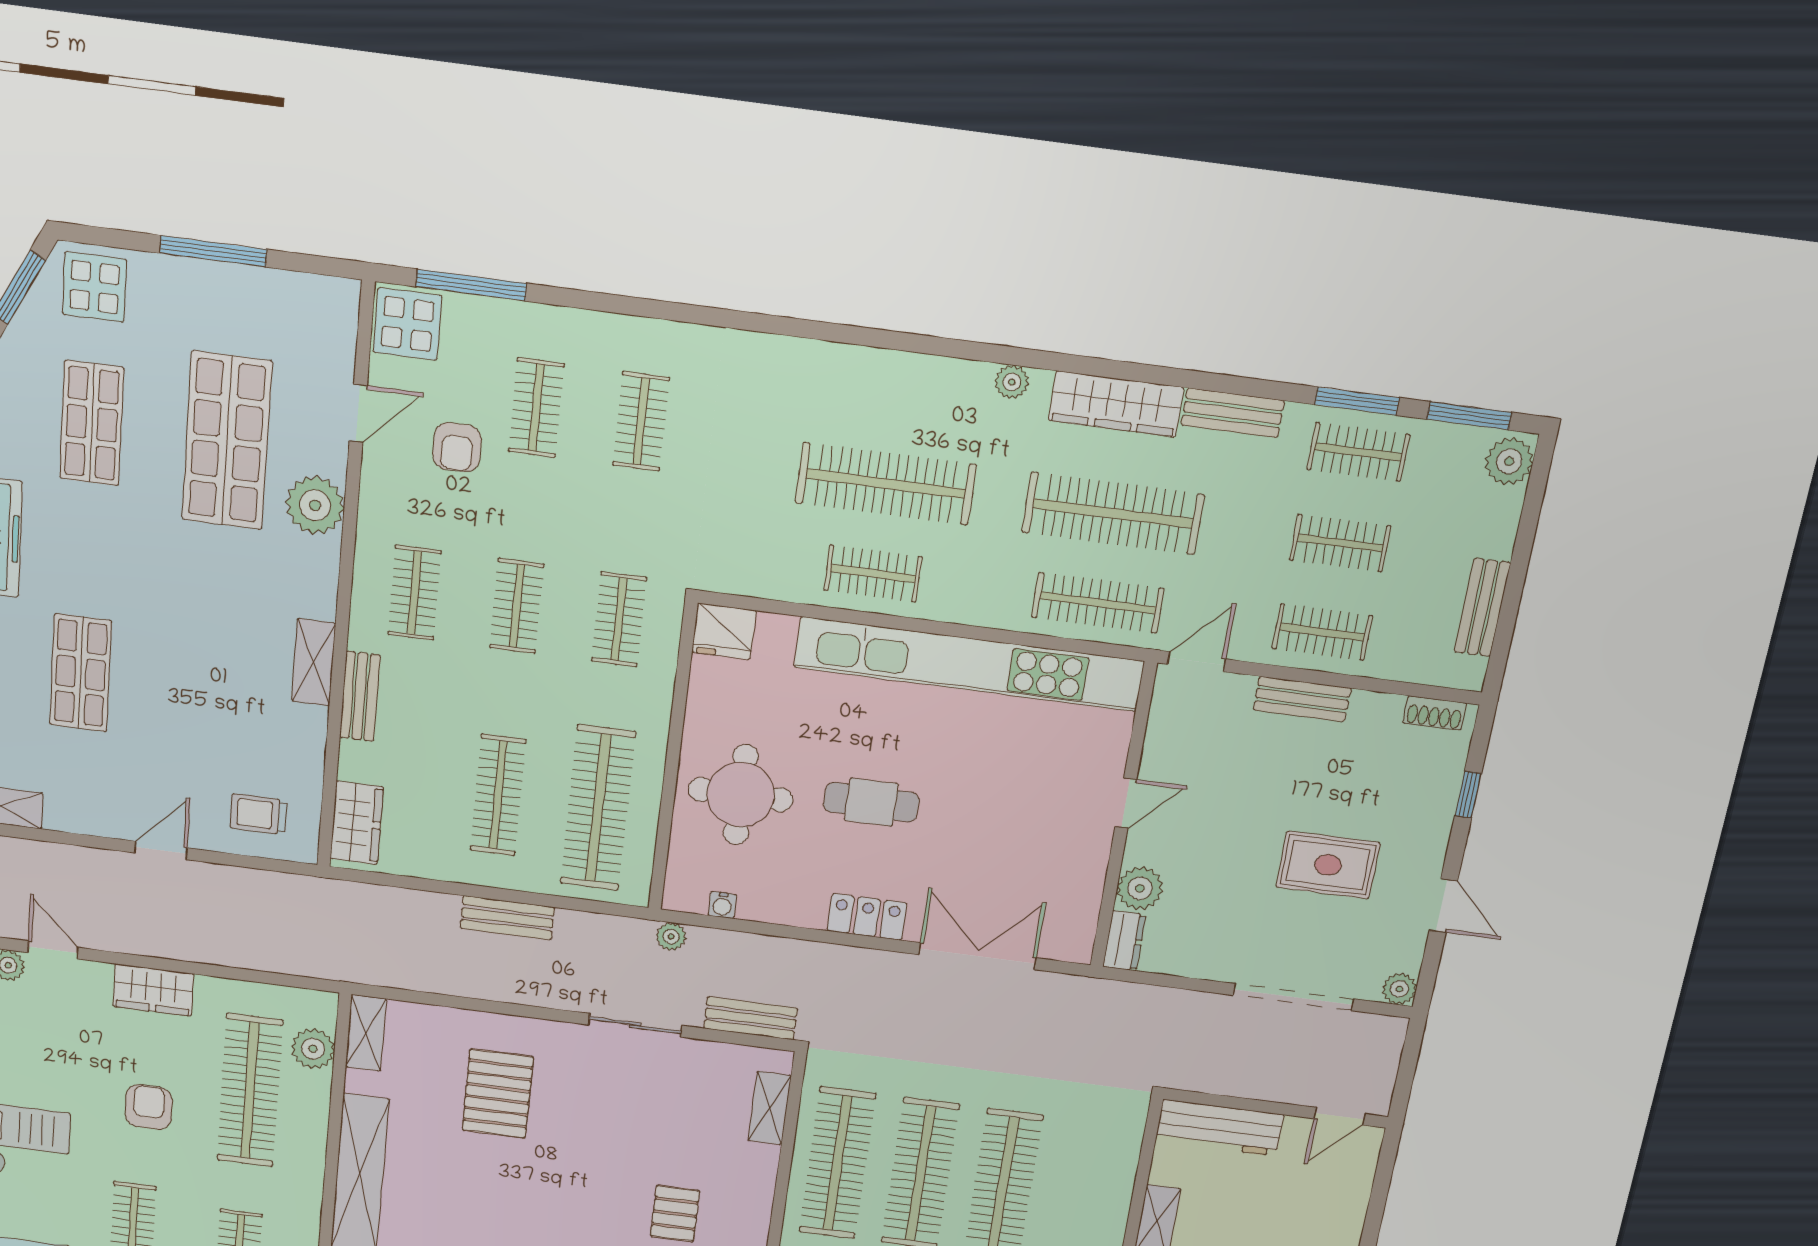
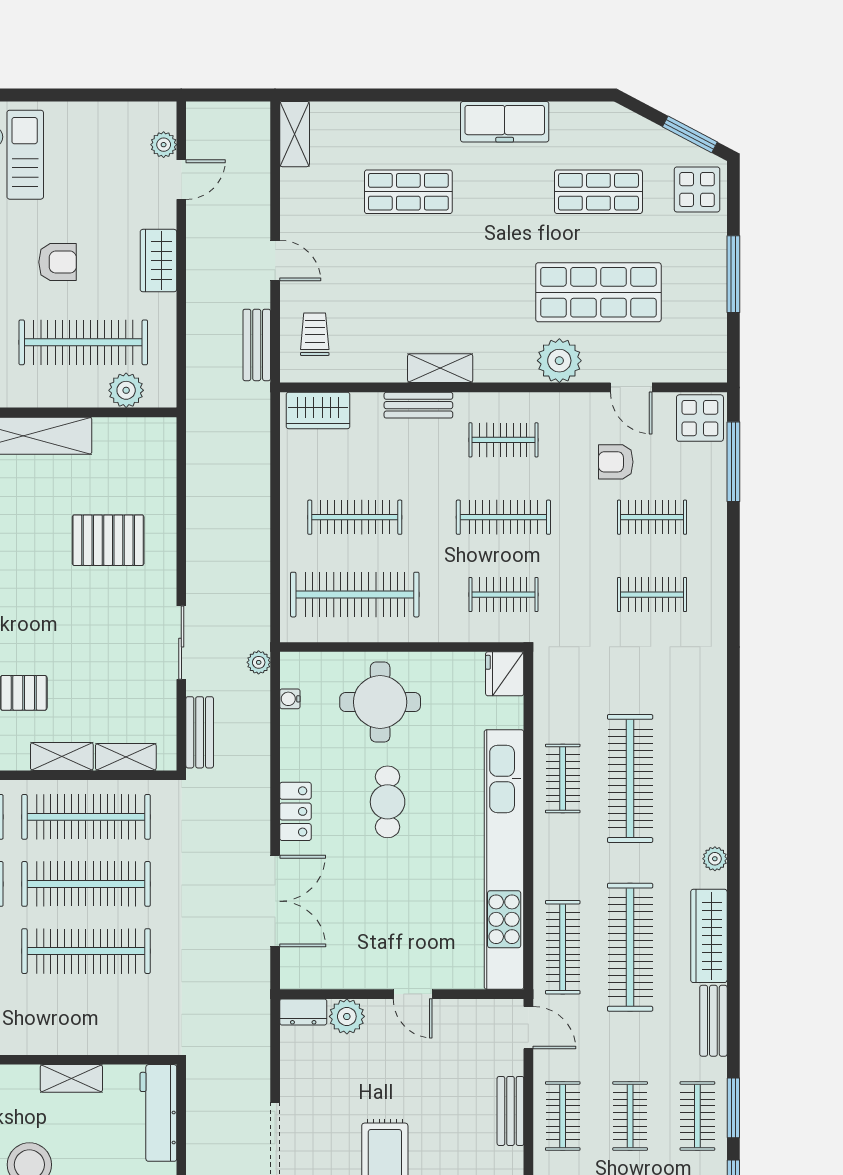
clothes rail: (517, 606) -> (503, 517), width x1.36
bench: (507, 918) -> (257, 345), moved
shelving: (366, 1033) -> (62, 756), moved

